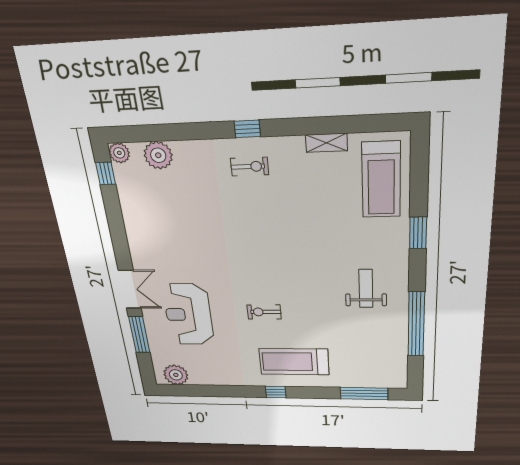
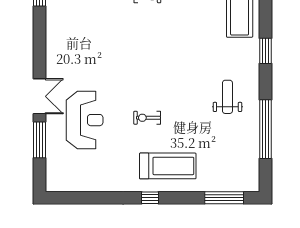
reception desk: (188, 314) -> (85, 120), turned 180
treadmill: (294, 362) -> (168, 166), turned 180
plant: (176, 375) -> (65, 181), removed

